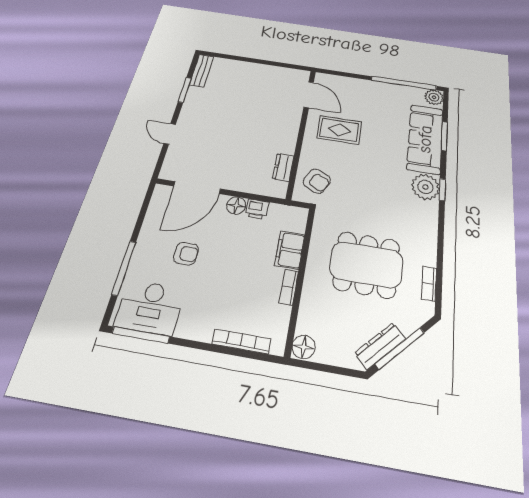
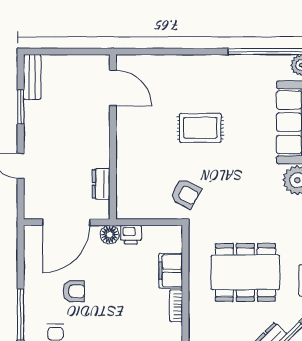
door: (309, 95) -> (113, 88), moved
wall: (302, 131) -> (113, 137), moved
dresser: (283, 167) -> (101, 184), moved

